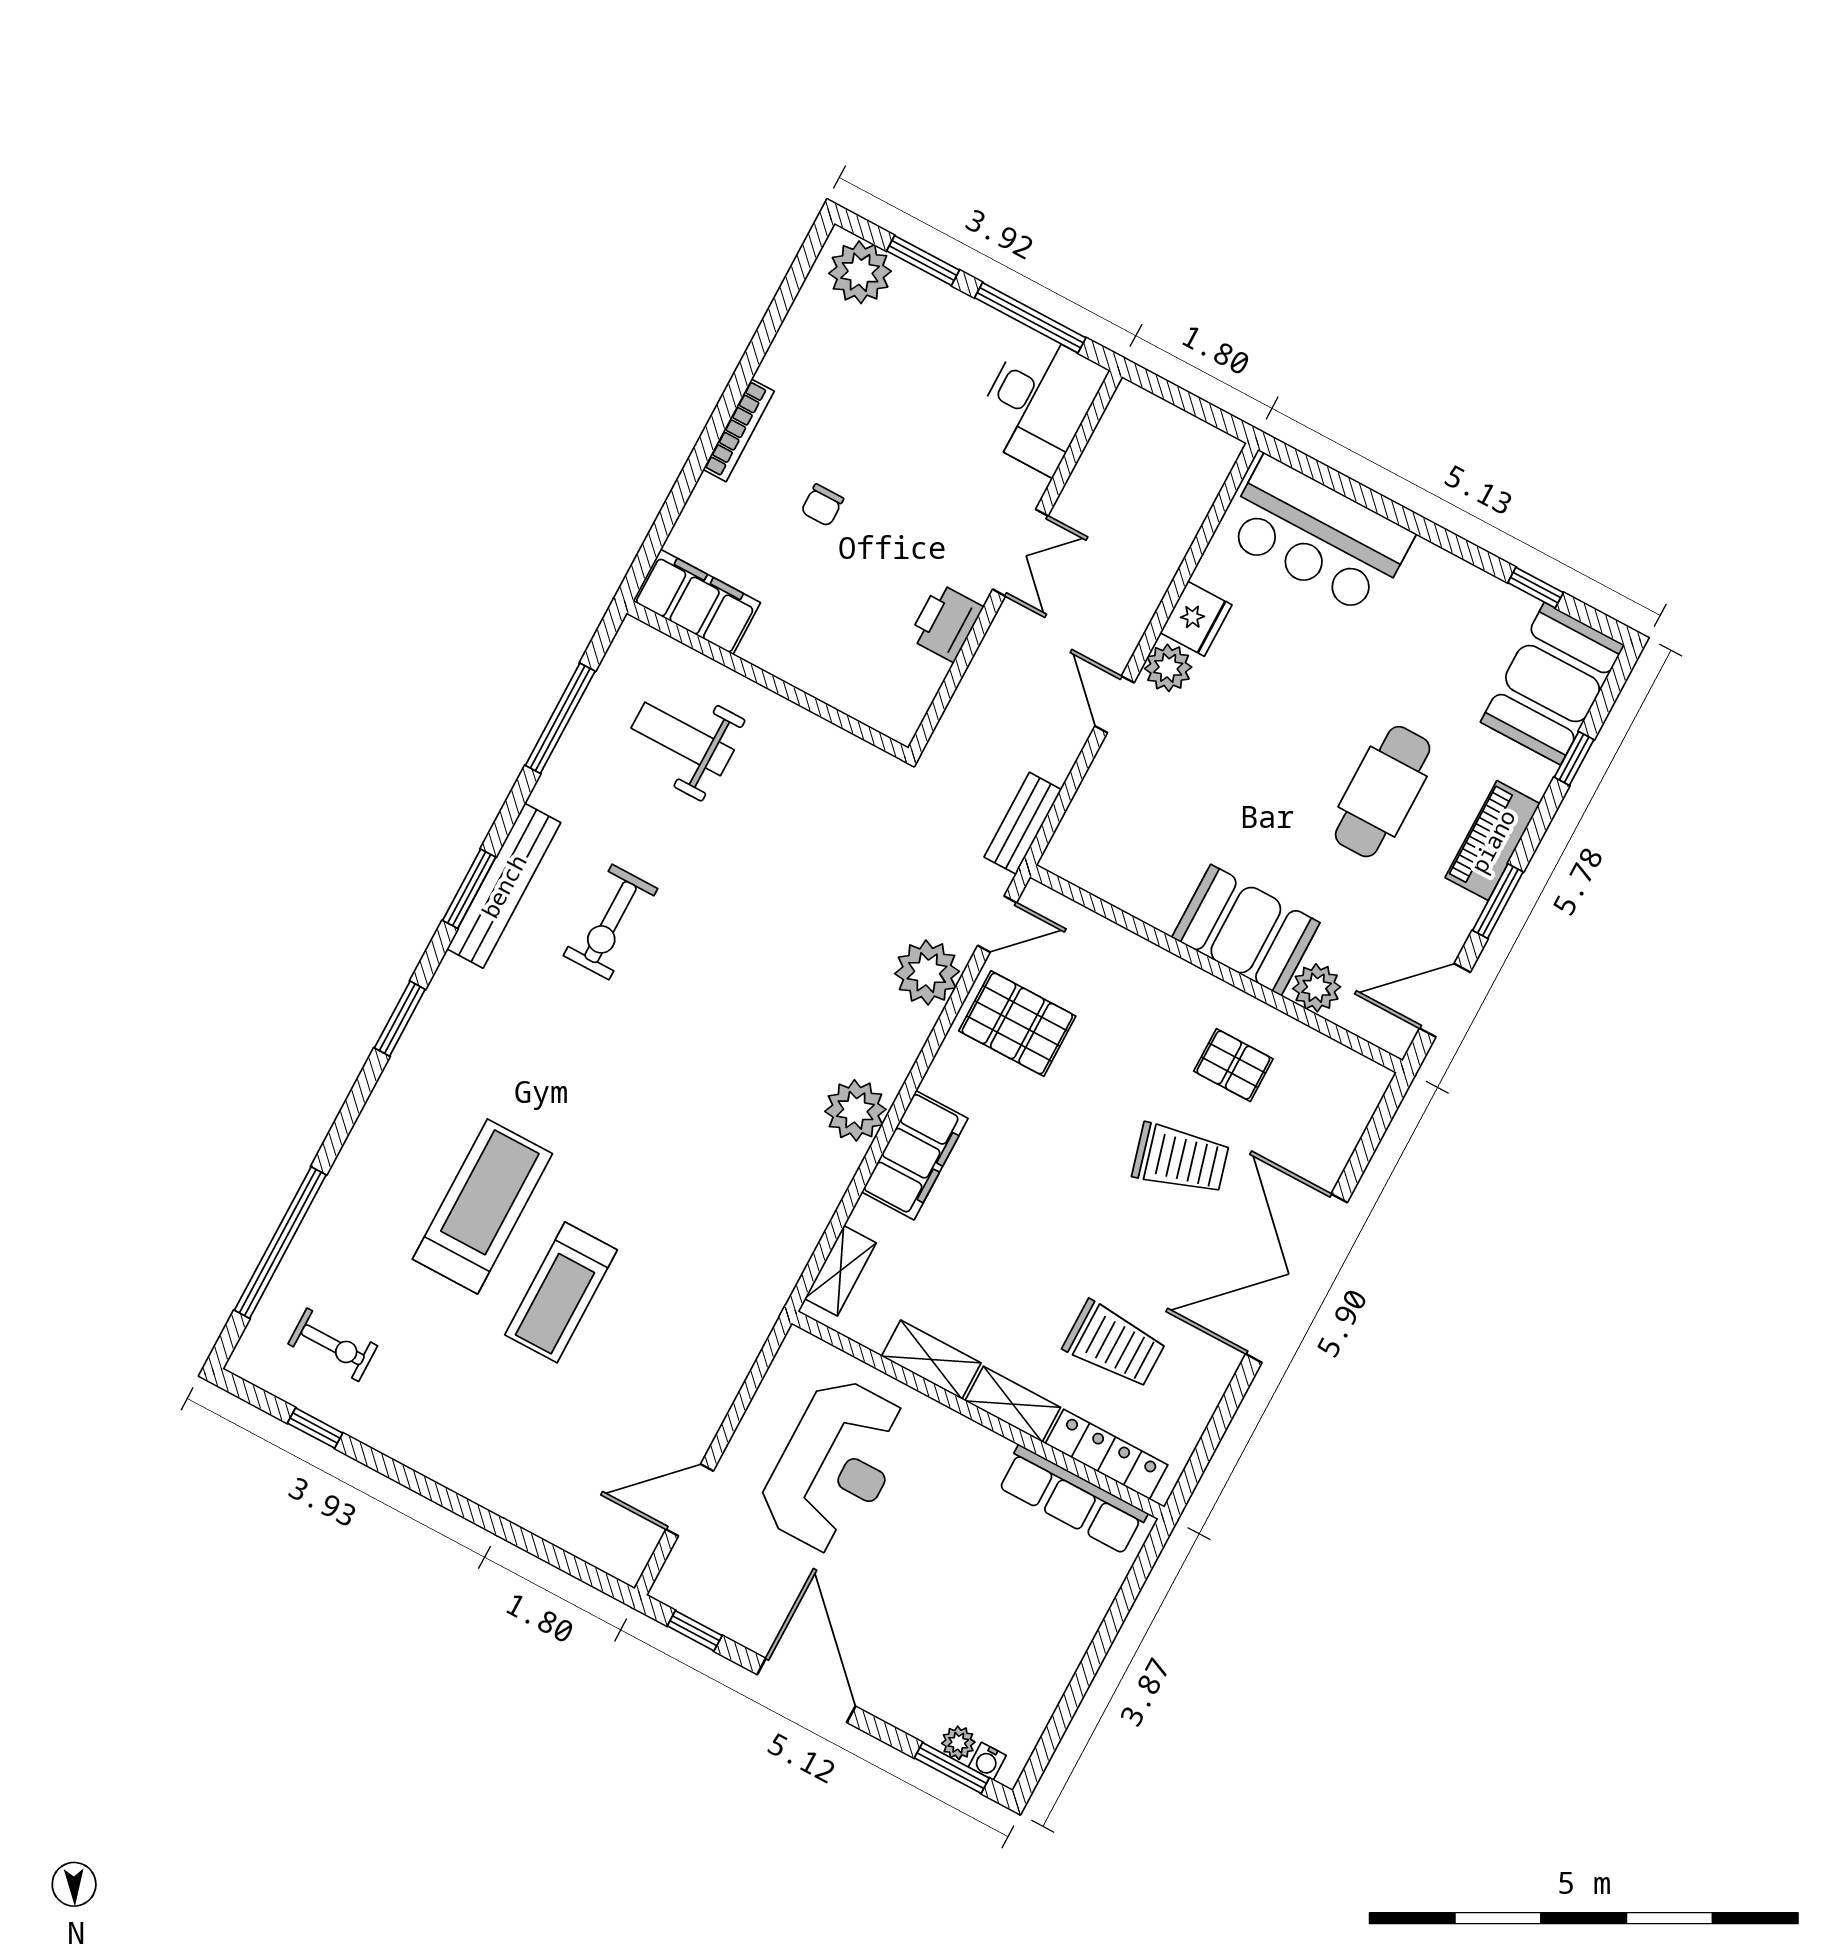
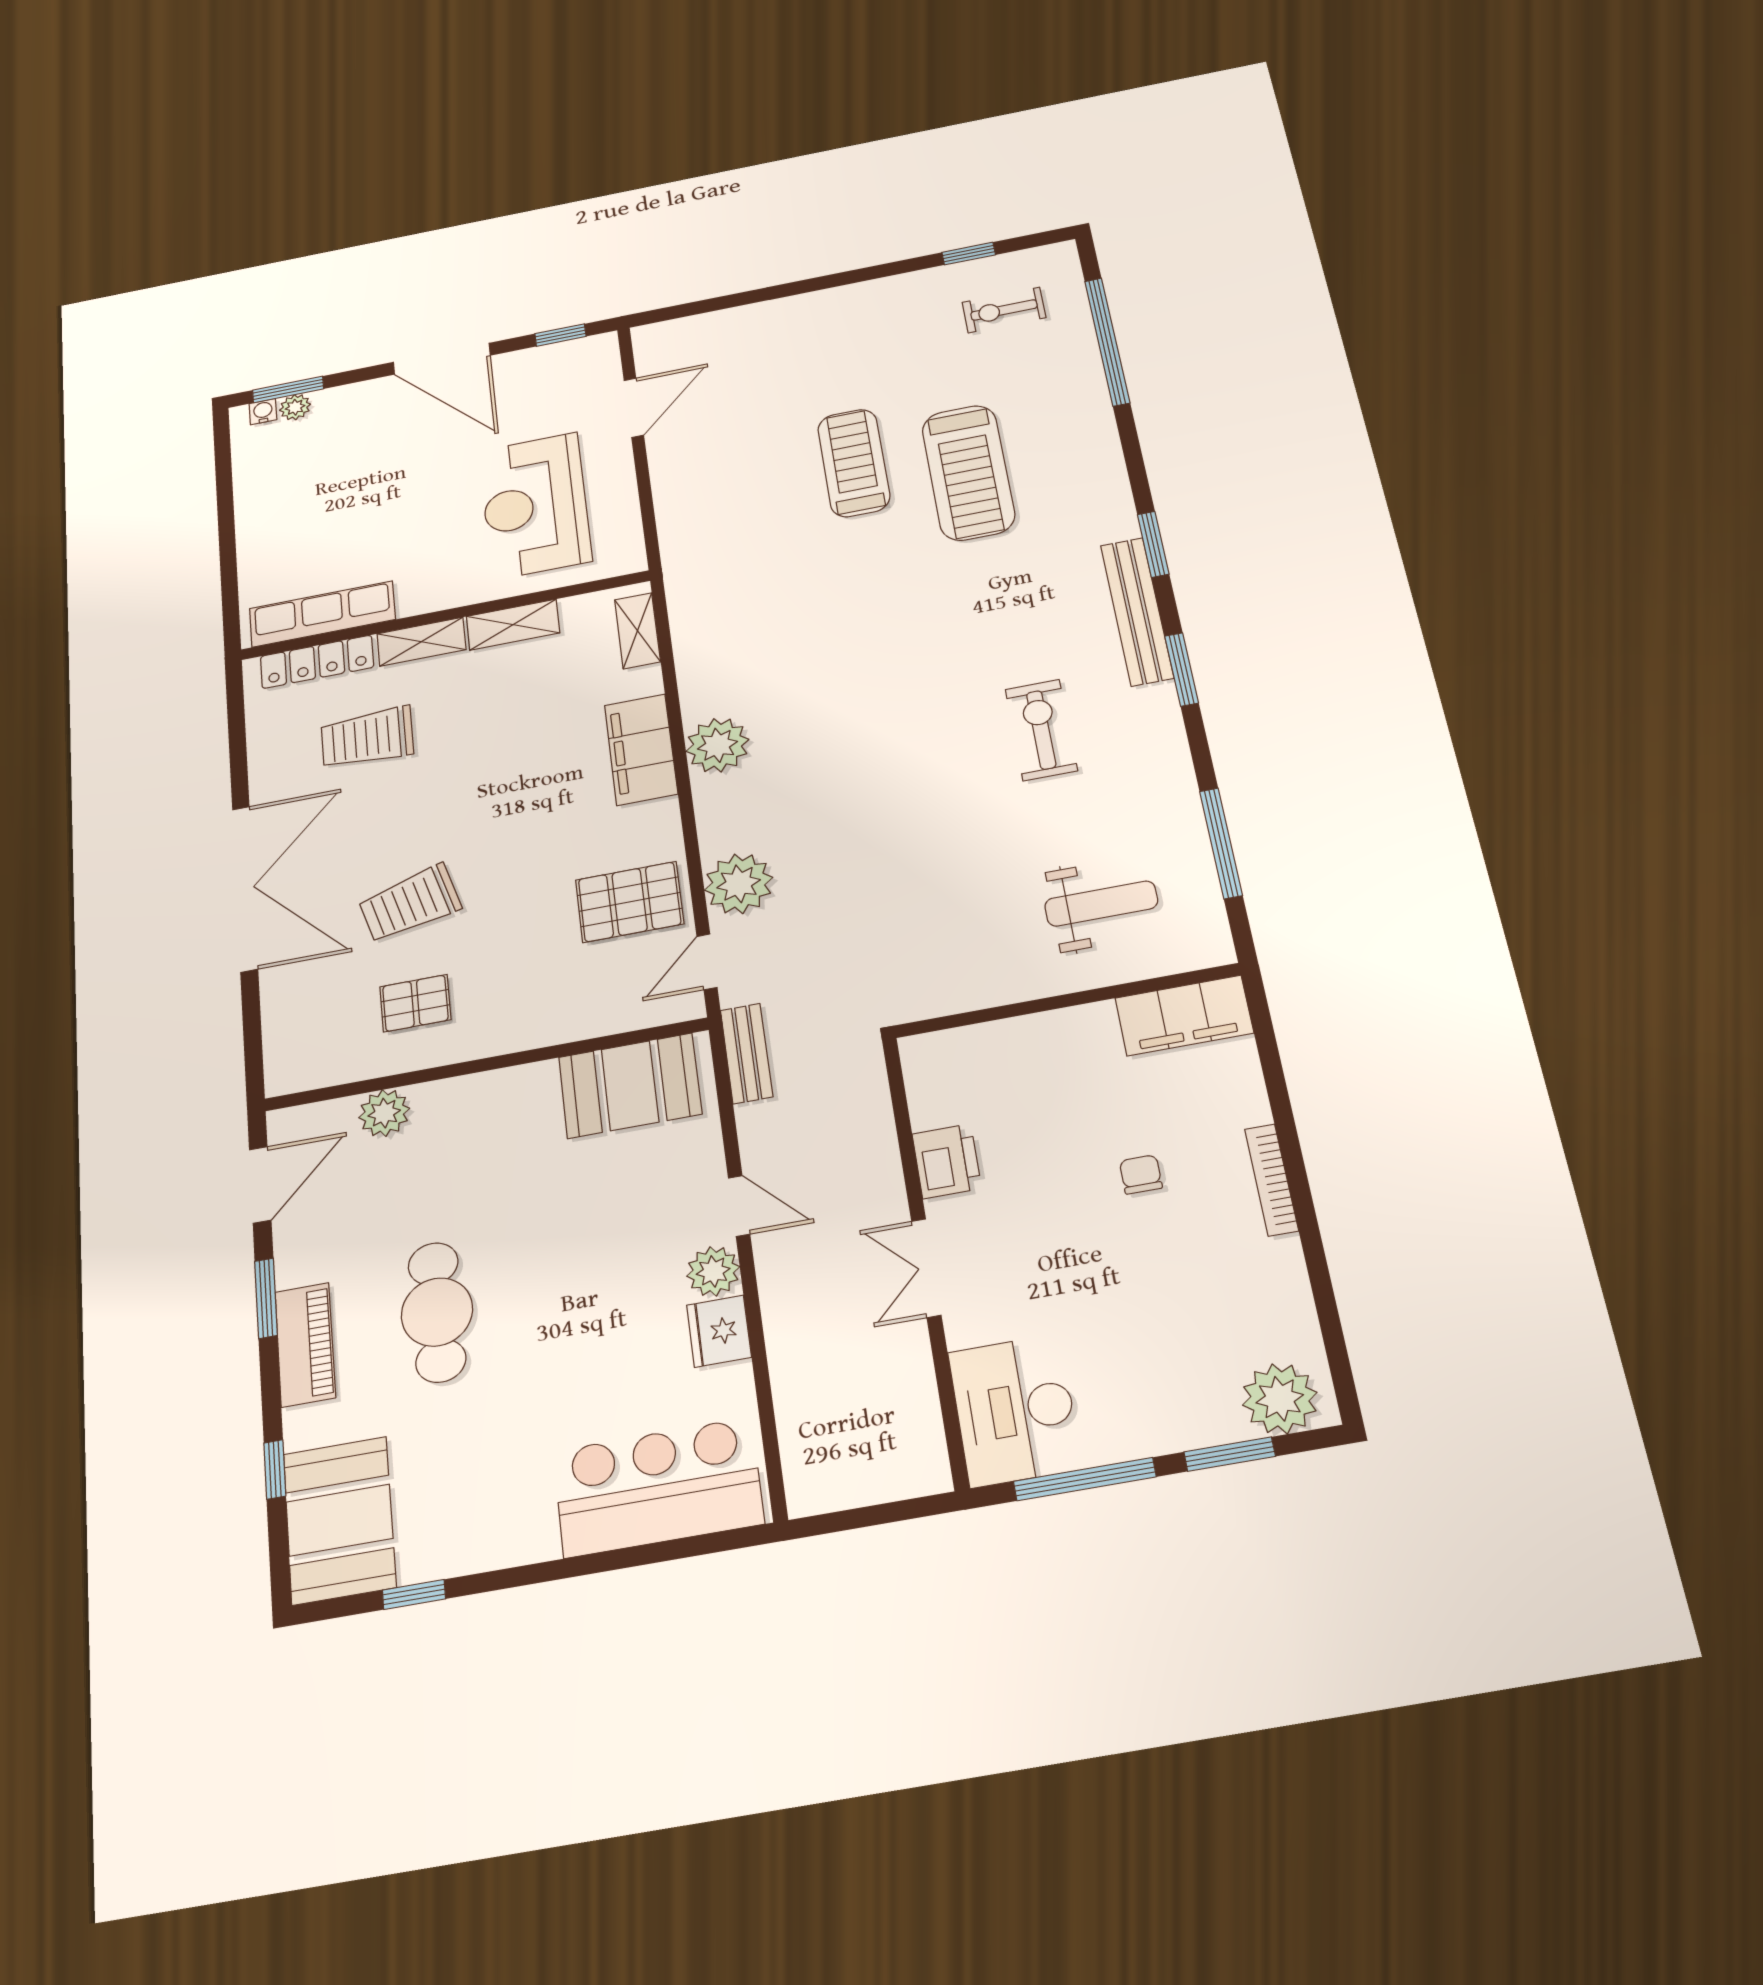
bench: (504, 886) -> (1137, 611), moved
booth: (1246, 930) -> (630, 1086), moved

